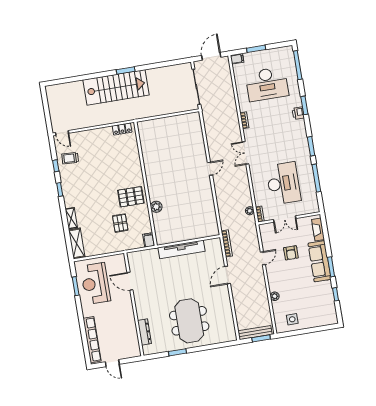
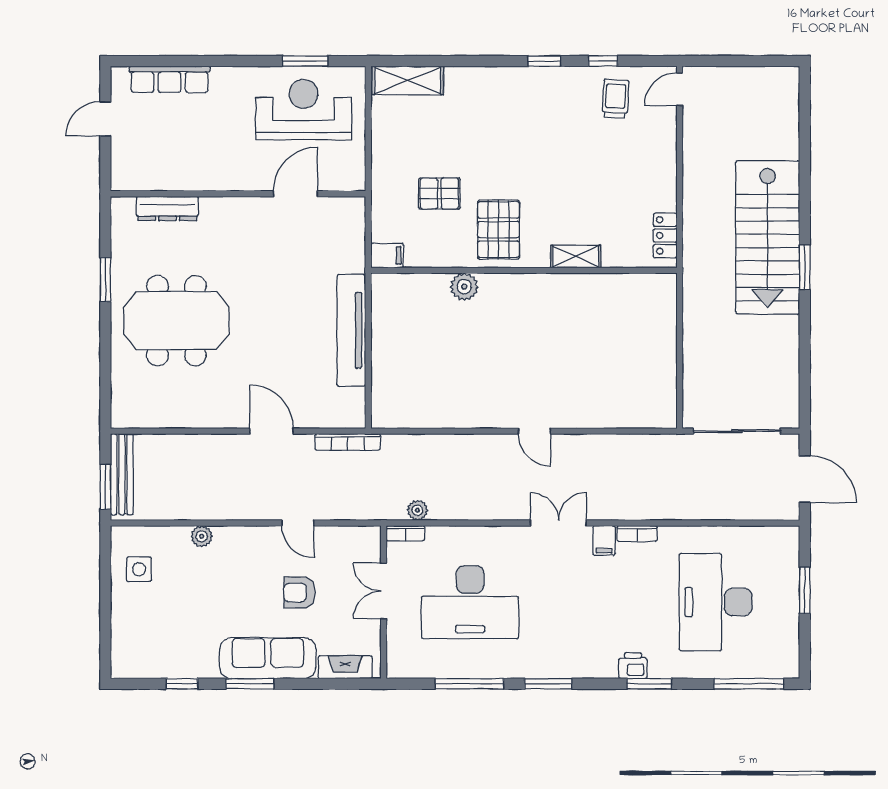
filing cabinet: (237, 59) -> (604, 540), moved
shelving: (71, 218) -> (576, 256), moved
row of seats: (92, 340) -> (170, 79), width x0.73

